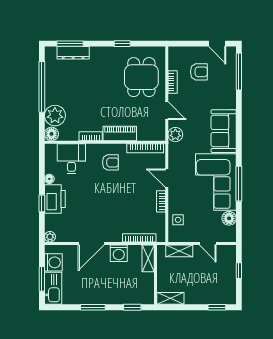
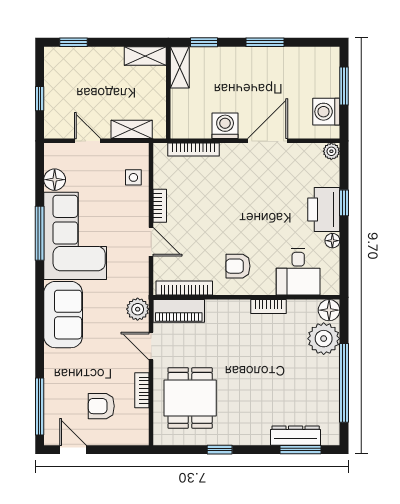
piano: (120, 133) -> (179, 311), moved
shelving: (148, 258) -> (180, 67), moved
kitchen sink: (53, 288) -> (327, 71), removed

